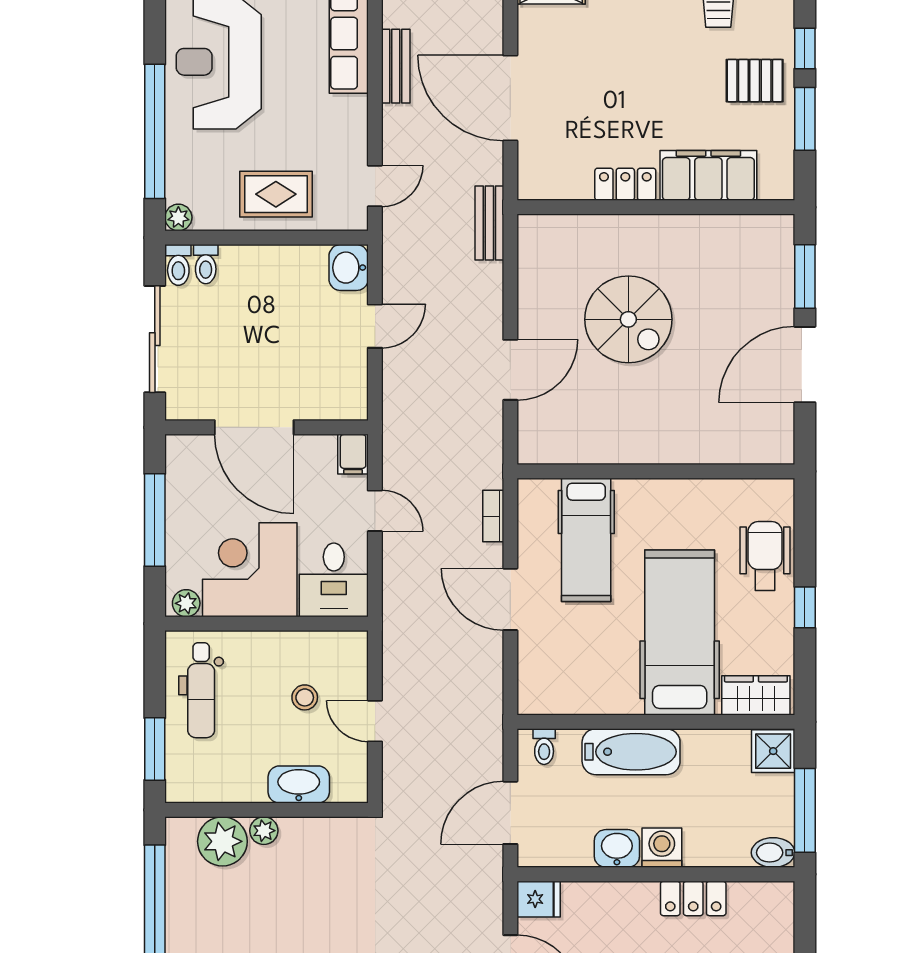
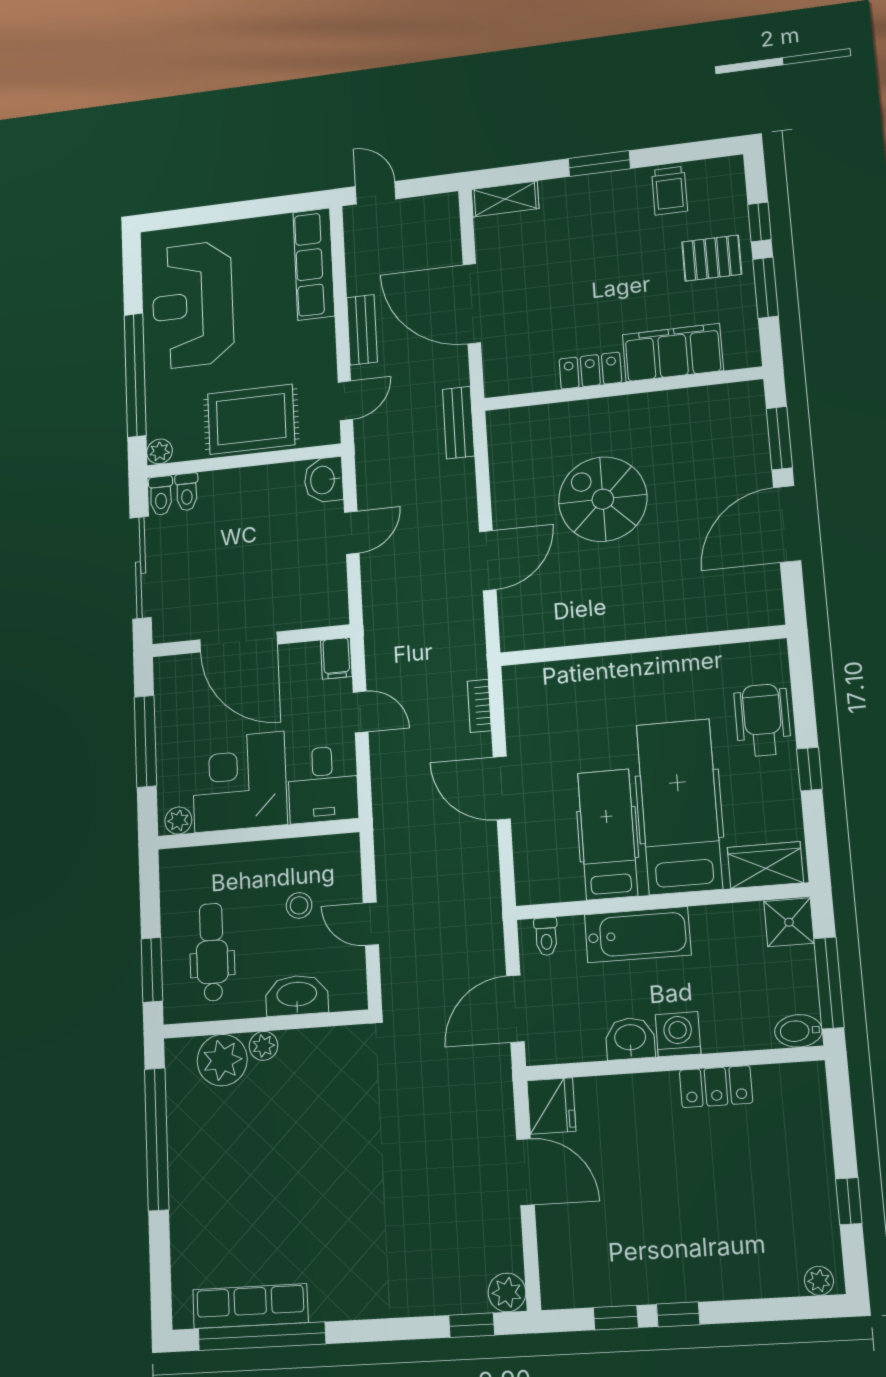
bench: (396, 66) -> (362, 330), moved
rug: (276, 194) -> (251, 419), width x1.36, depth x1.43
spiral stairs: (628, 319) -> (603, 499), turned 180
hospital bed: (586, 540) -> (608, 834), moved, turned 180
dental chair: (201, 690) -> (212, 952), moved, turned 180
fridge: (539, 899) -> (551, 1106), width x1.38

